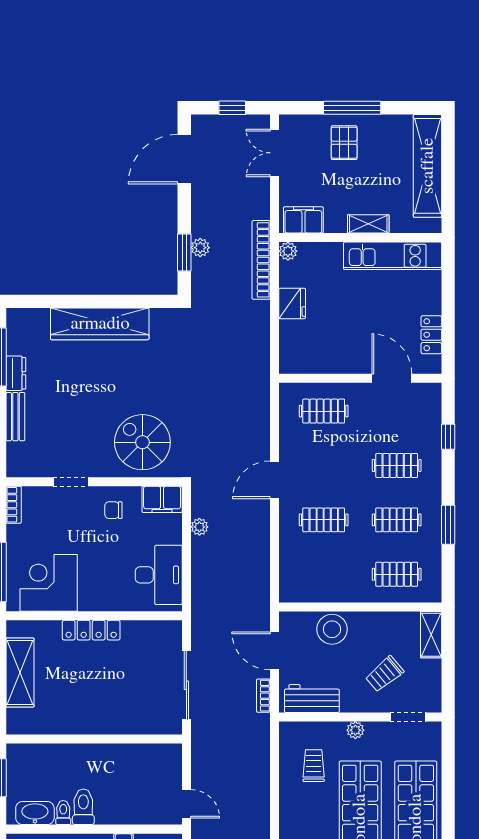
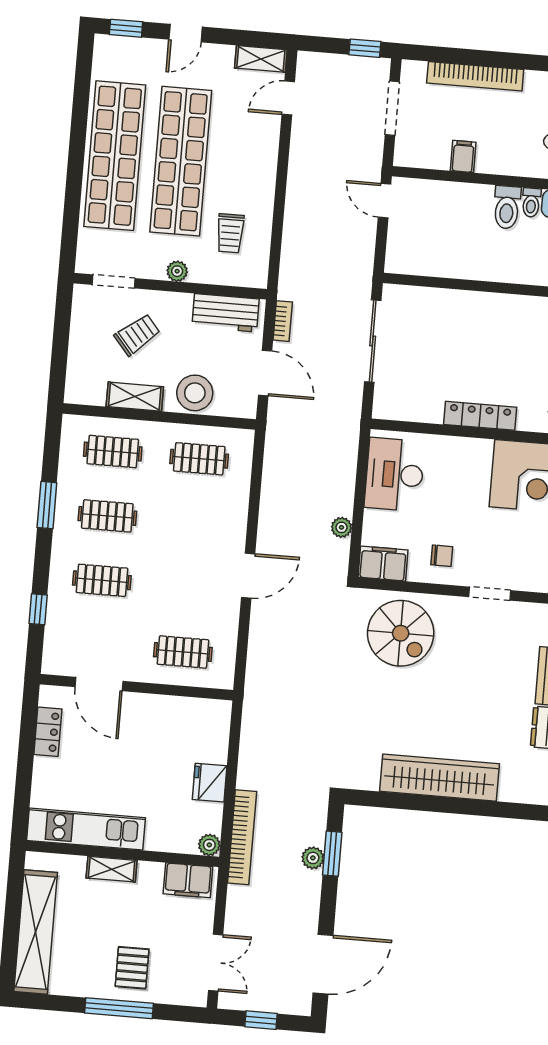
clothes rail: (324, 520) -> (199, 459), moved
shelving: (431, 635) -> (135, 397), moved, turned 90

